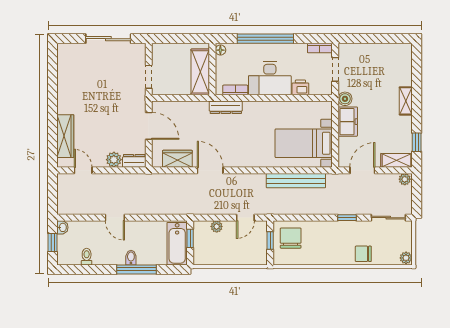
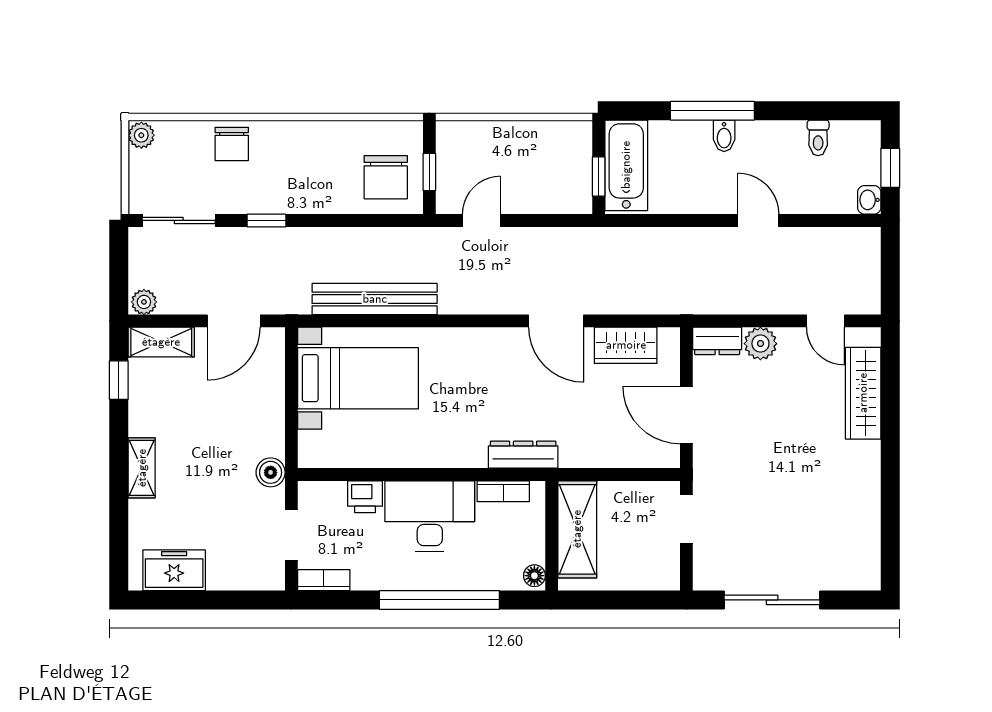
freezer: (348, 122) -> (174, 570), moved, turned 90
plant: (217, 226) -> (543, 202), removed
chair: (363, 254) -> (232, 144), turned 90

